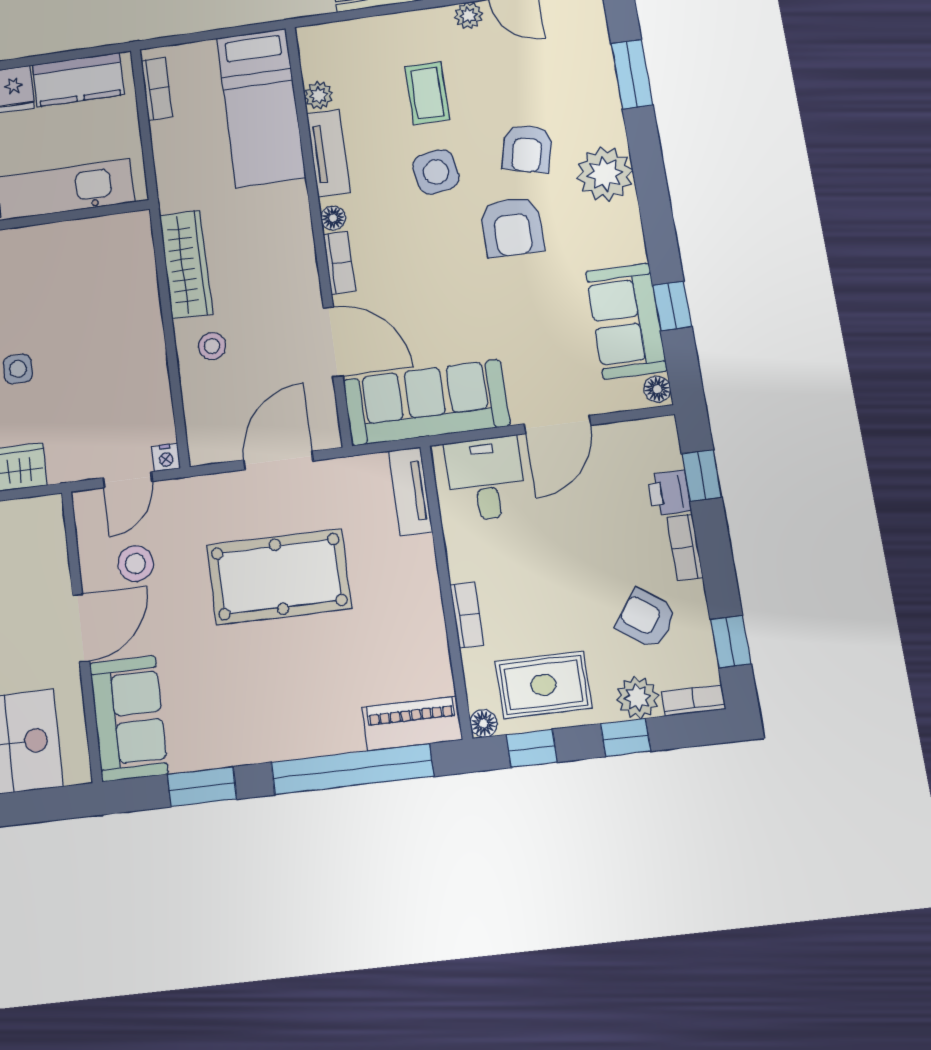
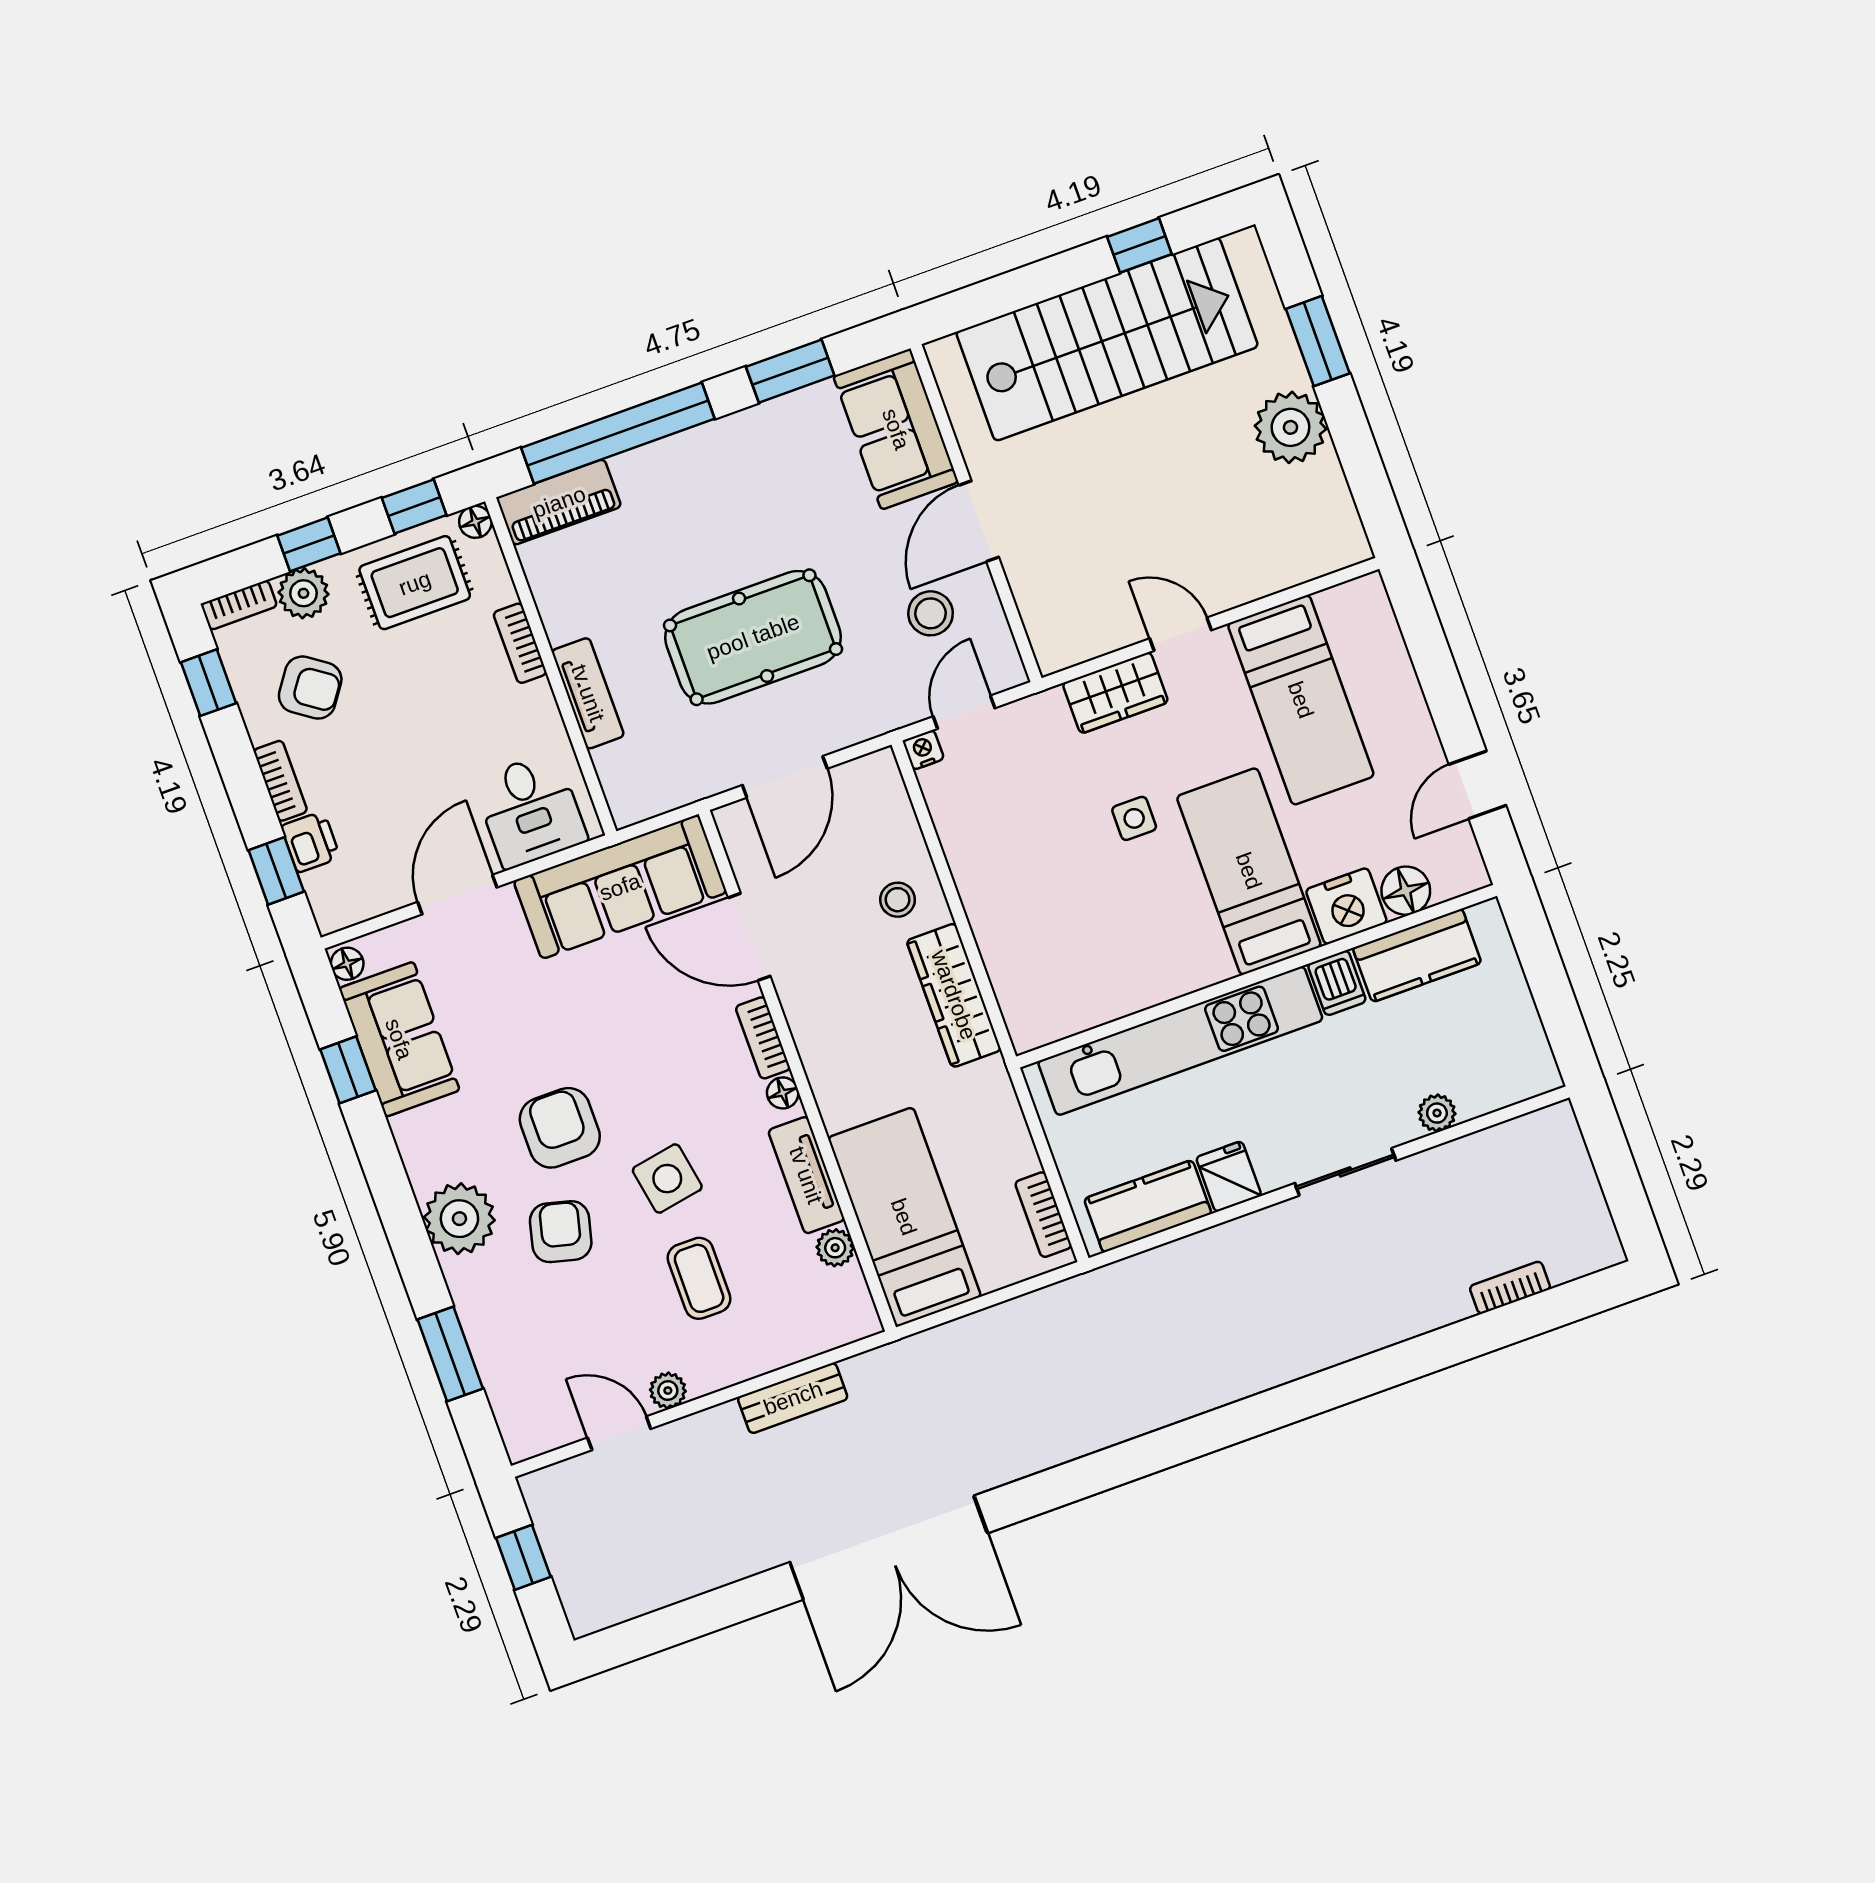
tv unit: (410, 491) -> (588, 693), moved

